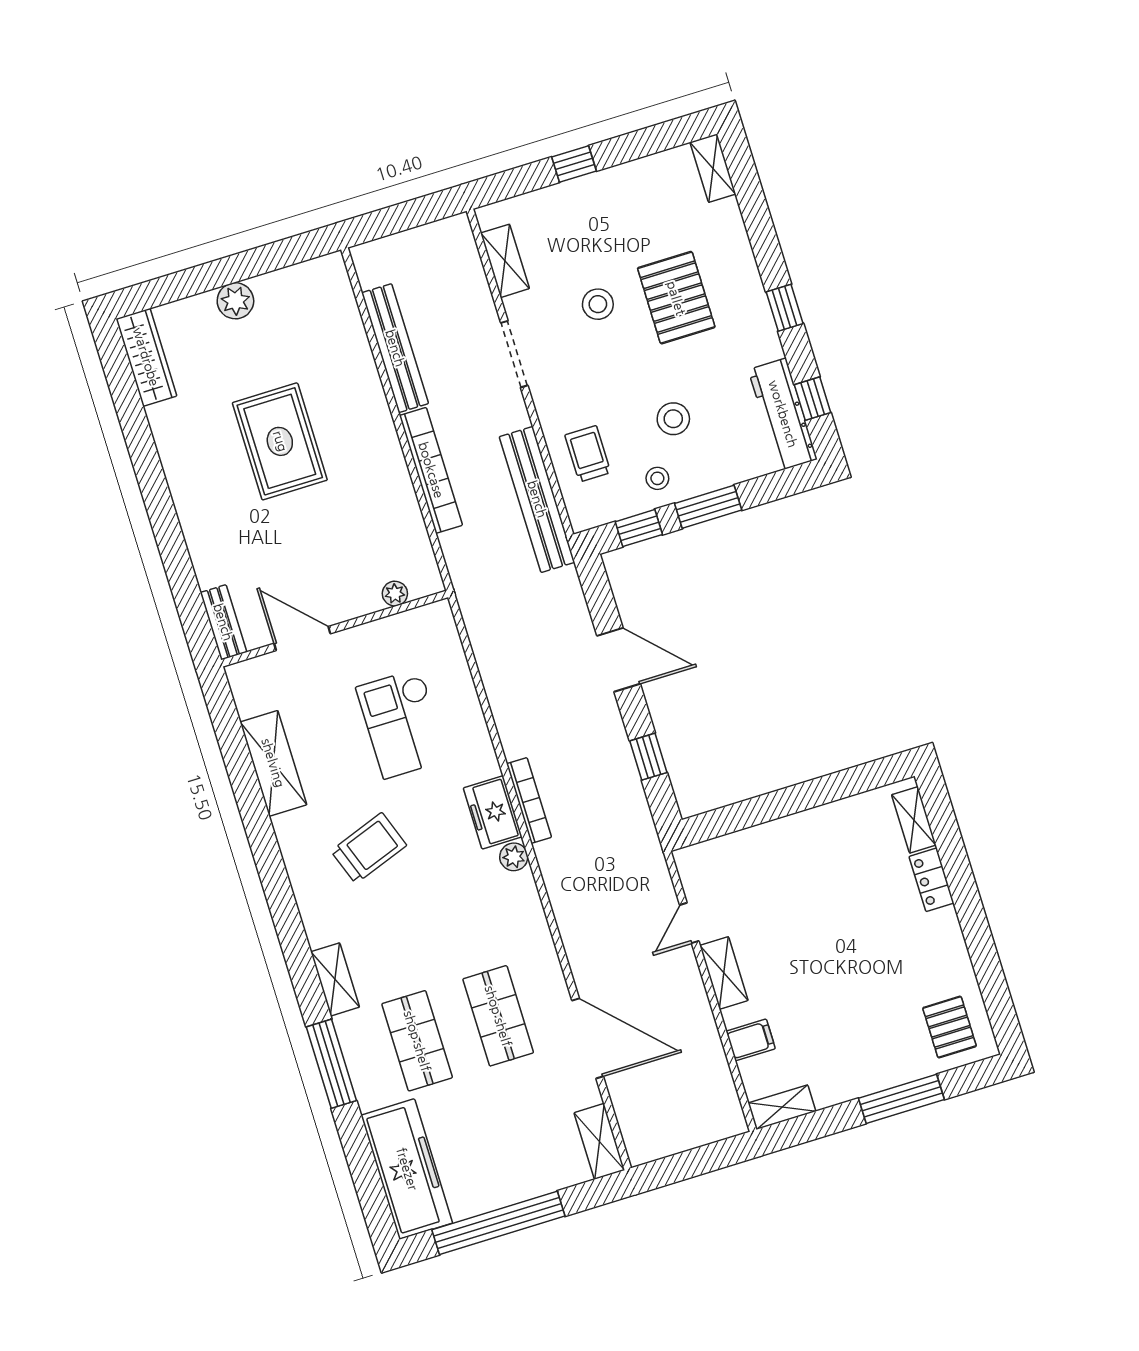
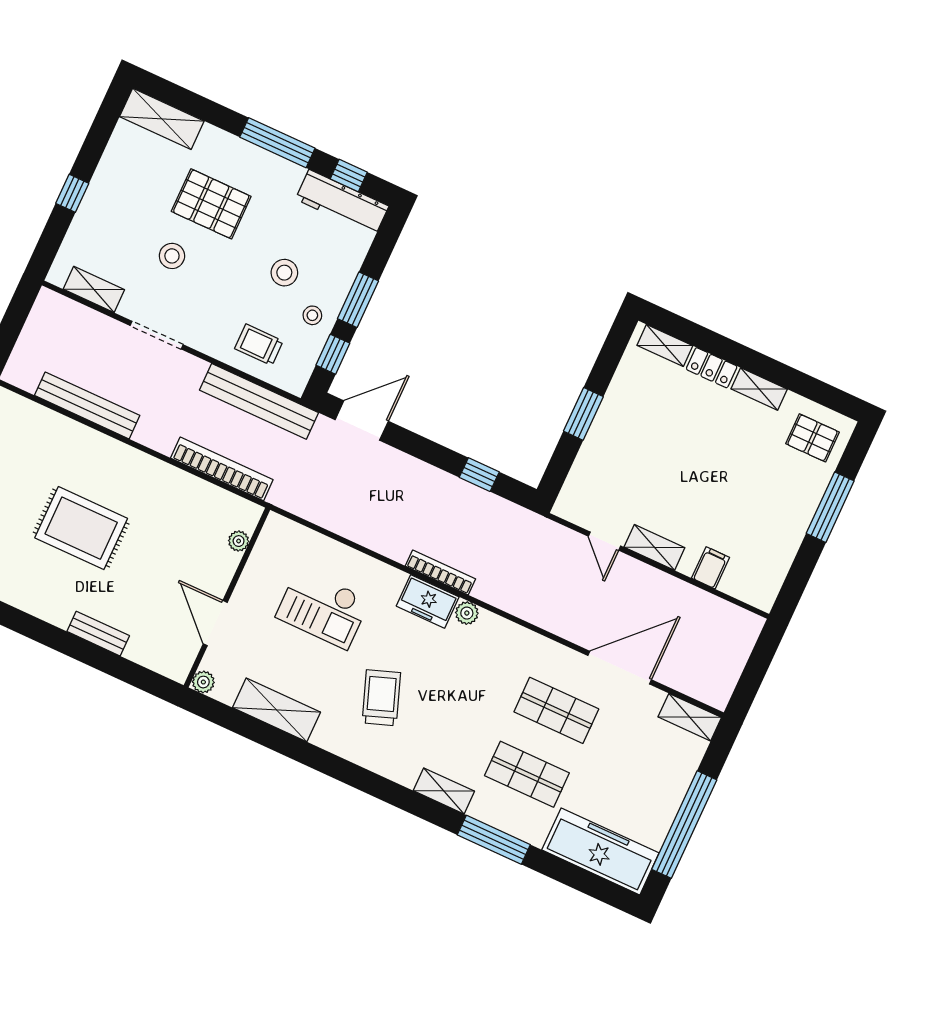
shelving: (713, 168) -> (162, 119), width x1.50, depth x1.33
window: (785, 308) -> (277, 143), width x2.17
bookcase: (431, 470) -> (222, 469), moved
bench: (223, 622) -> (98, 634), moved
door: (302, 638) -> (215, 623), hinge flipped
door: (619, 660) -> (362, 421), moved
plant: (240, 675) -> (203, 682), added
window: (787, 801) -> (583, 414), added
shelving: (782, 1107) -> (759, 389), moved, turned 90

